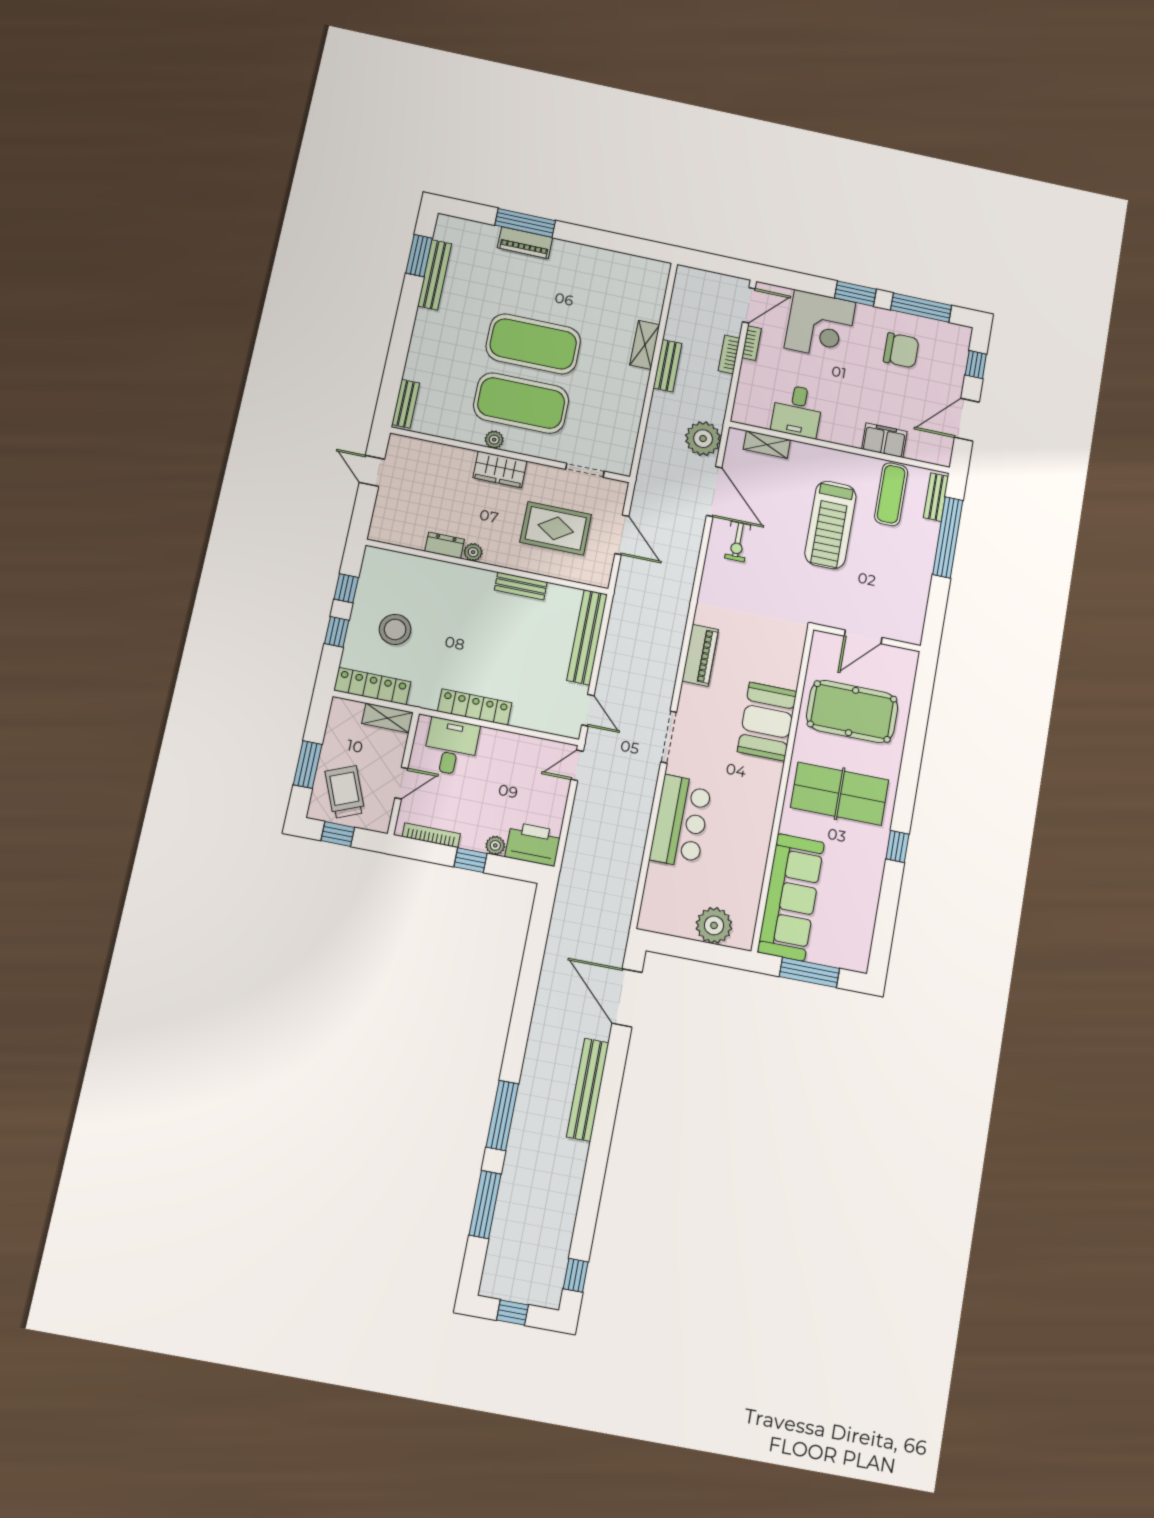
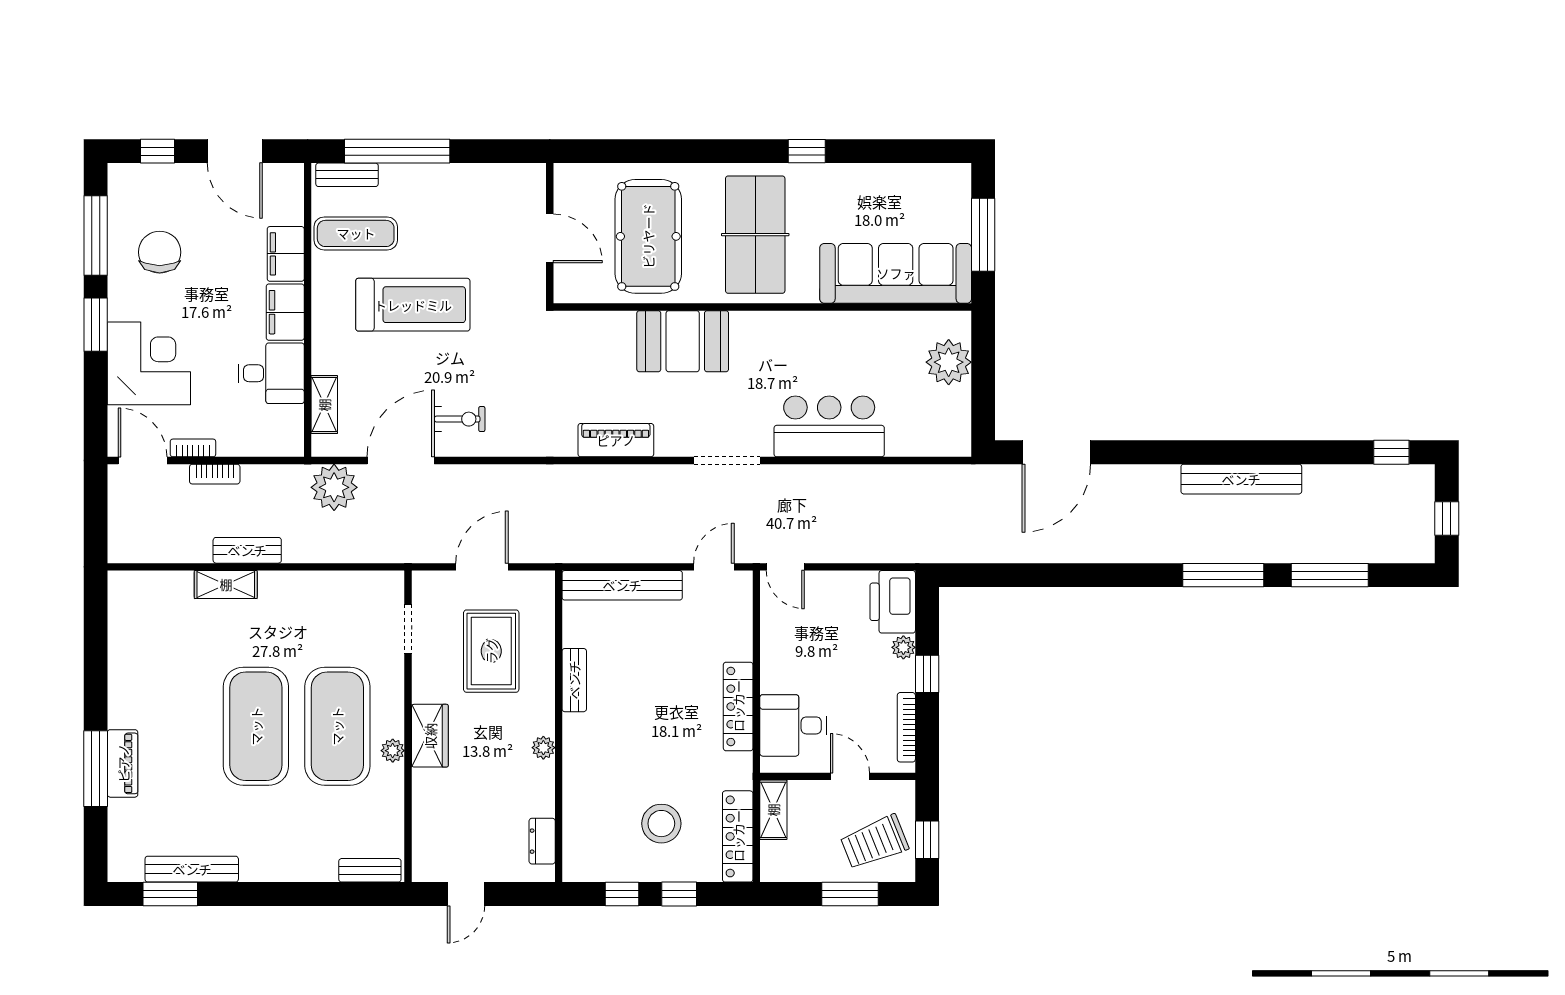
filing cabinet: (841, 431) -> (285, 312), added
dresser: (445, 545) -> (542, 841), moved
bench: (588, 1090) -> (1241, 479), moved

